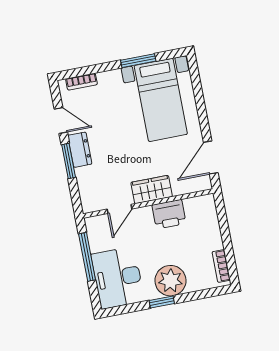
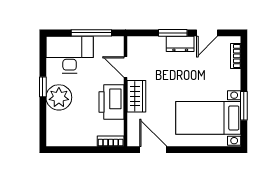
printer: (169, 214) -> (111, 102), width x1.37, depth x1.19
bookcase: (221, 266) -> (111, 141), moved

